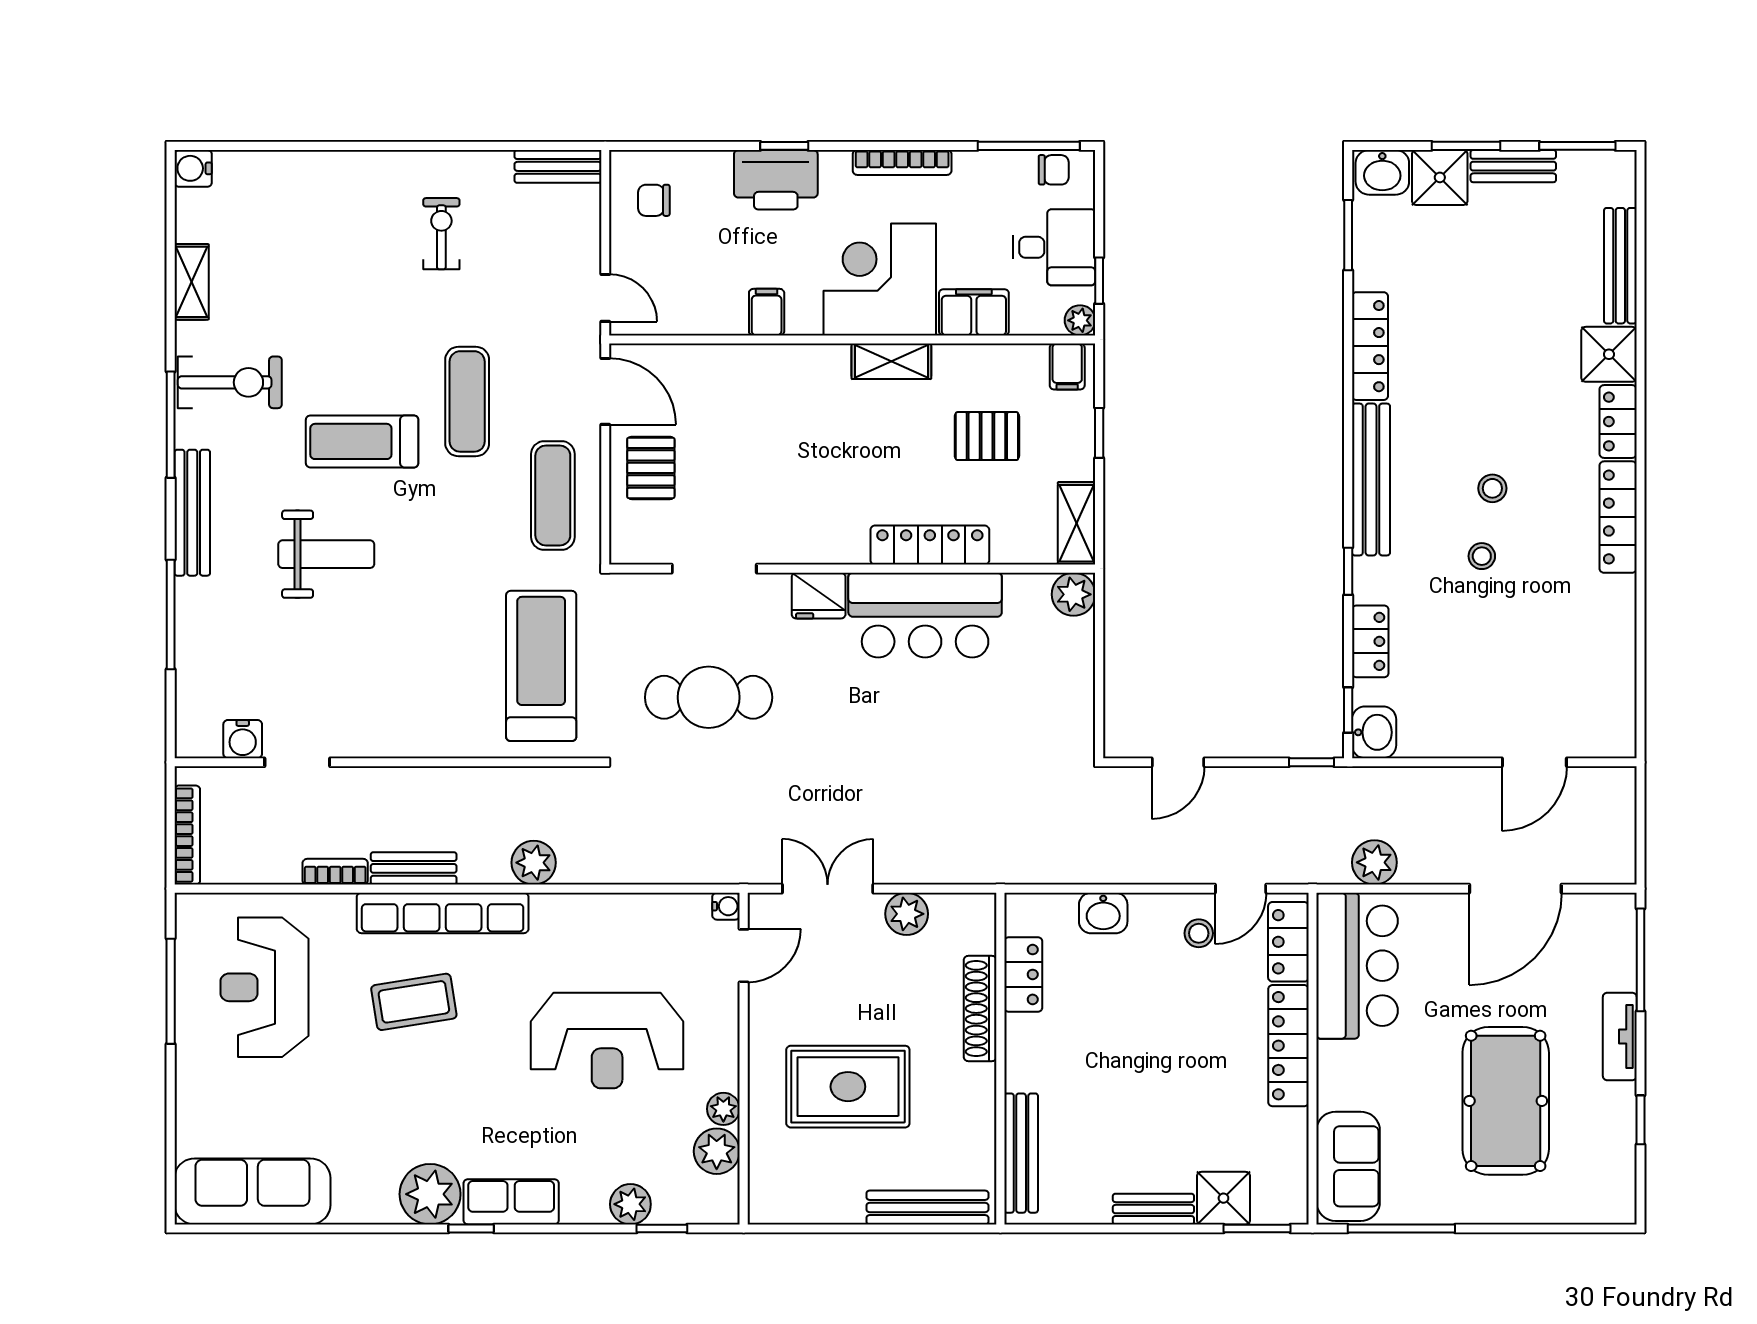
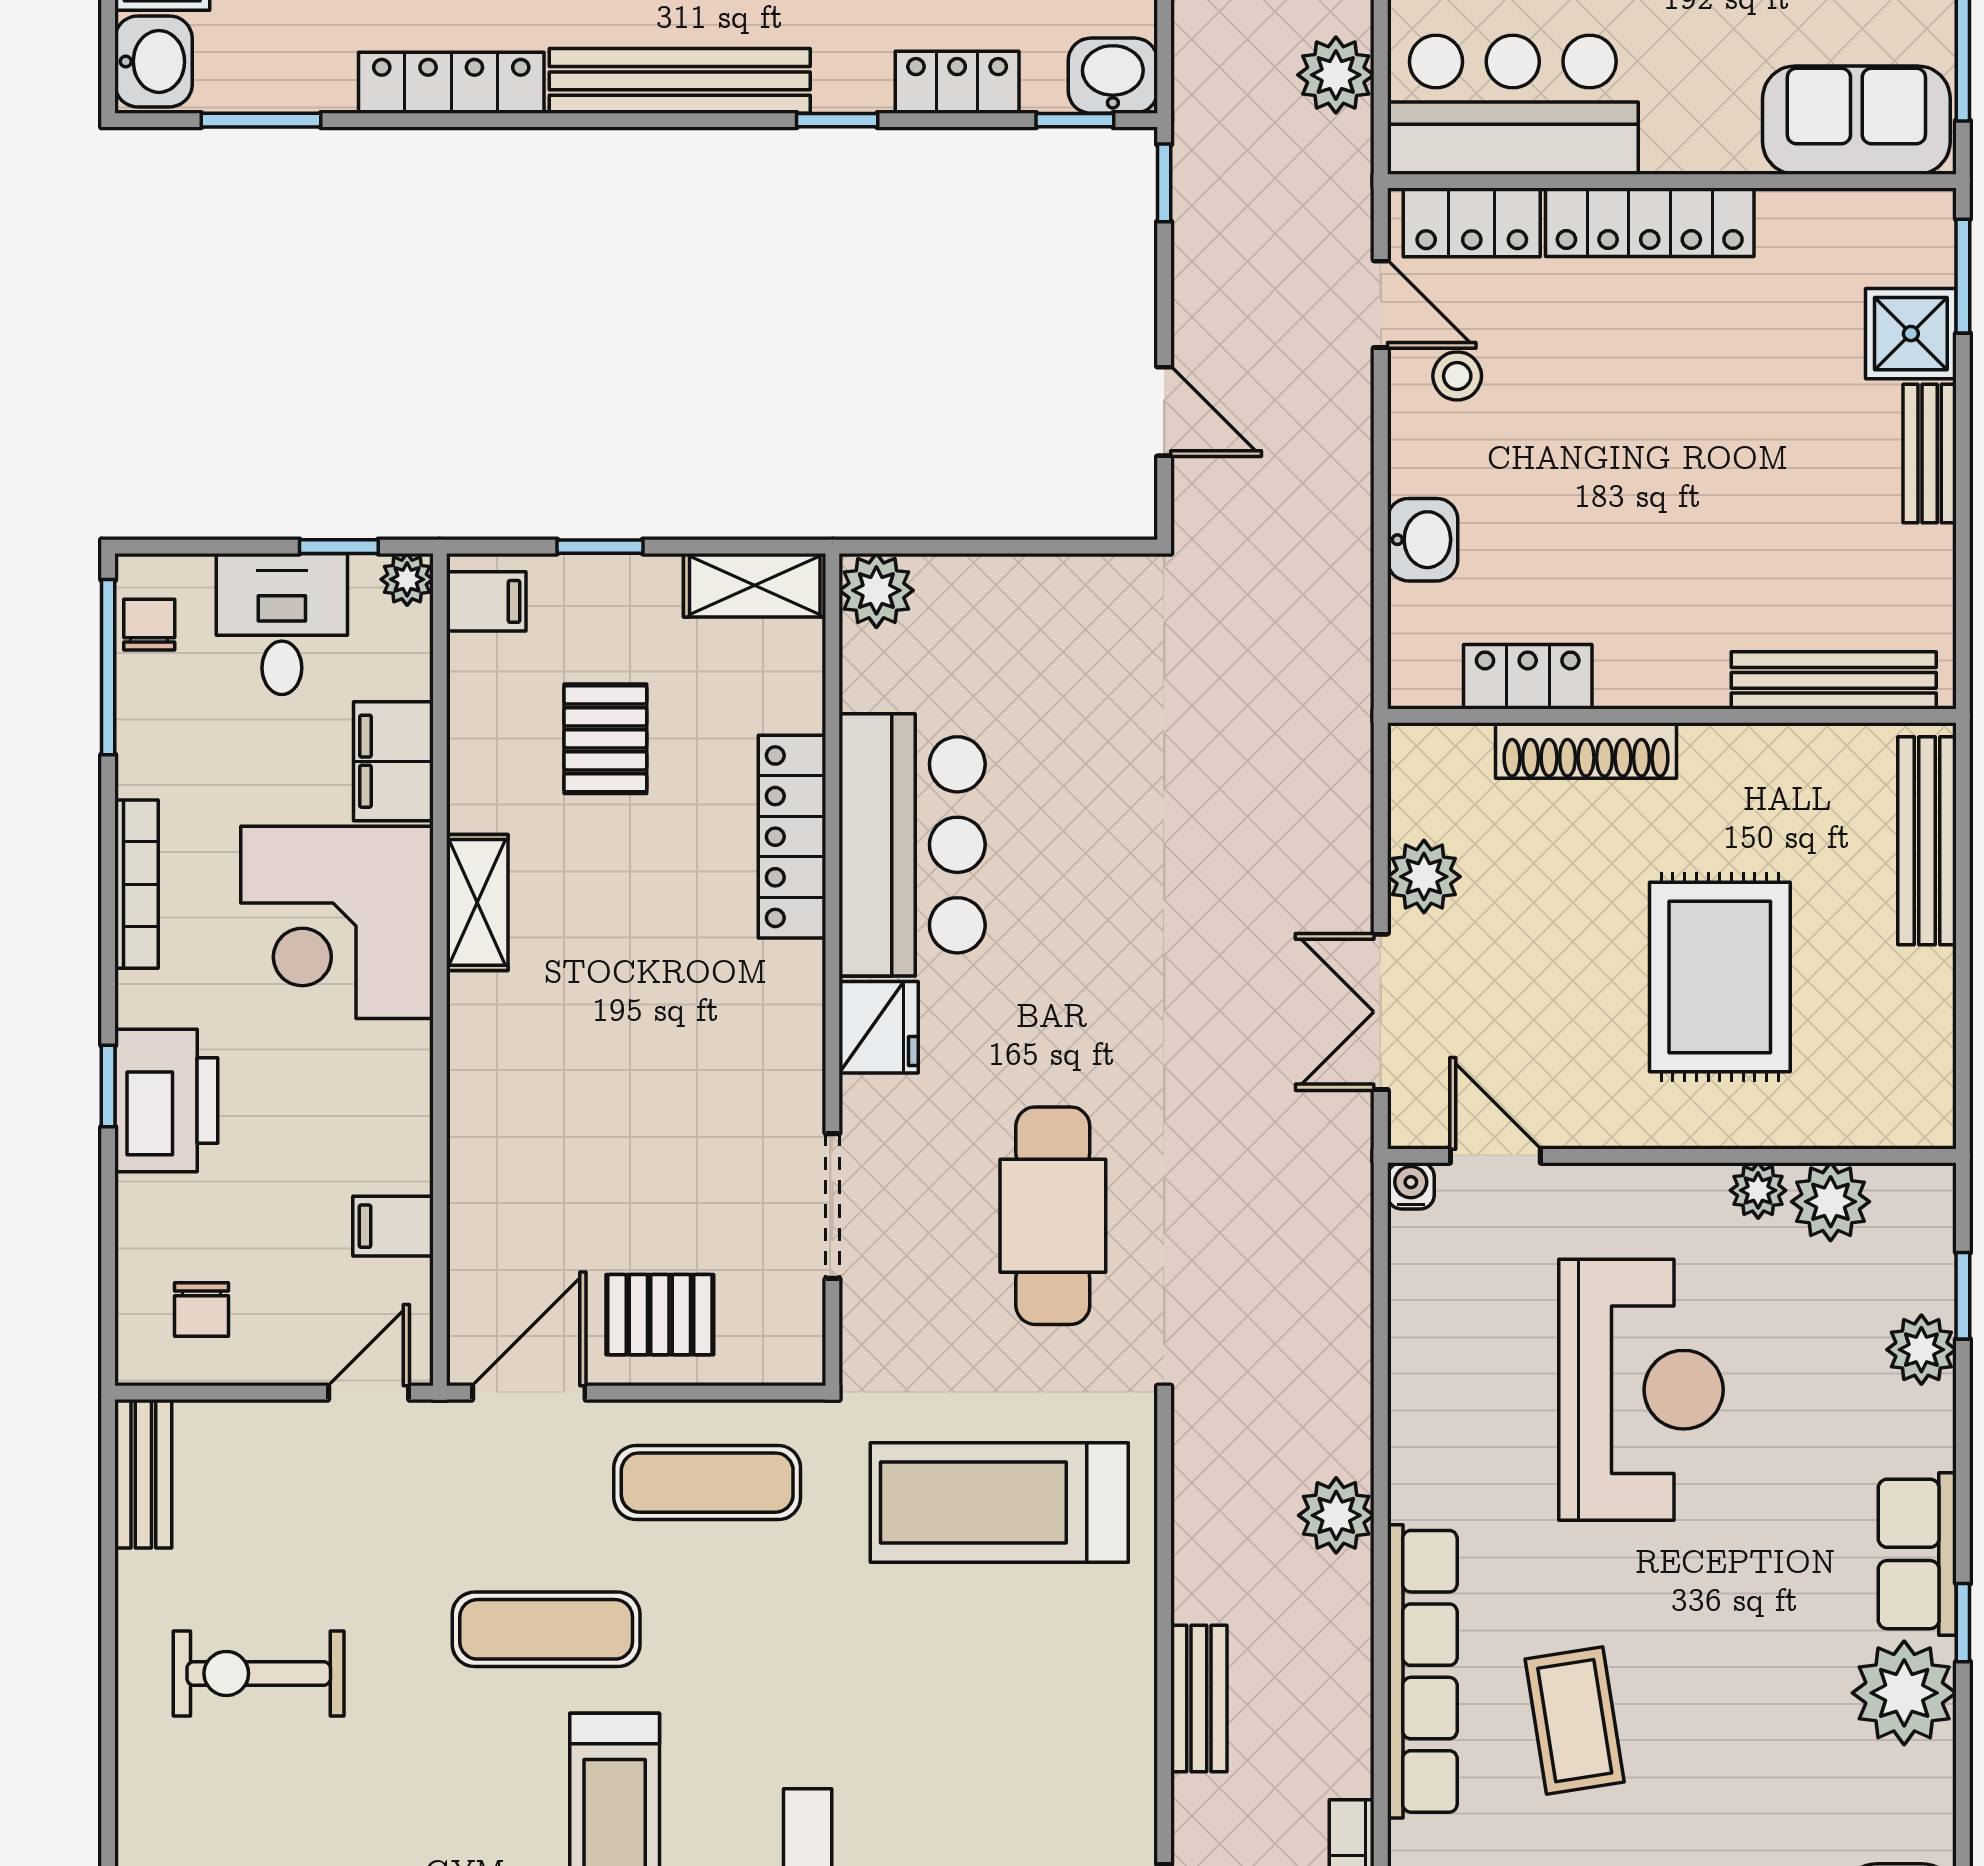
exercise bike: (441, 234) -> (259, 1673), width x1.38, depth x1.39
filing cabinet: (767, 312) -> (393, 1226), moved
bench: (414, 868) -> (1199, 1698), moved

